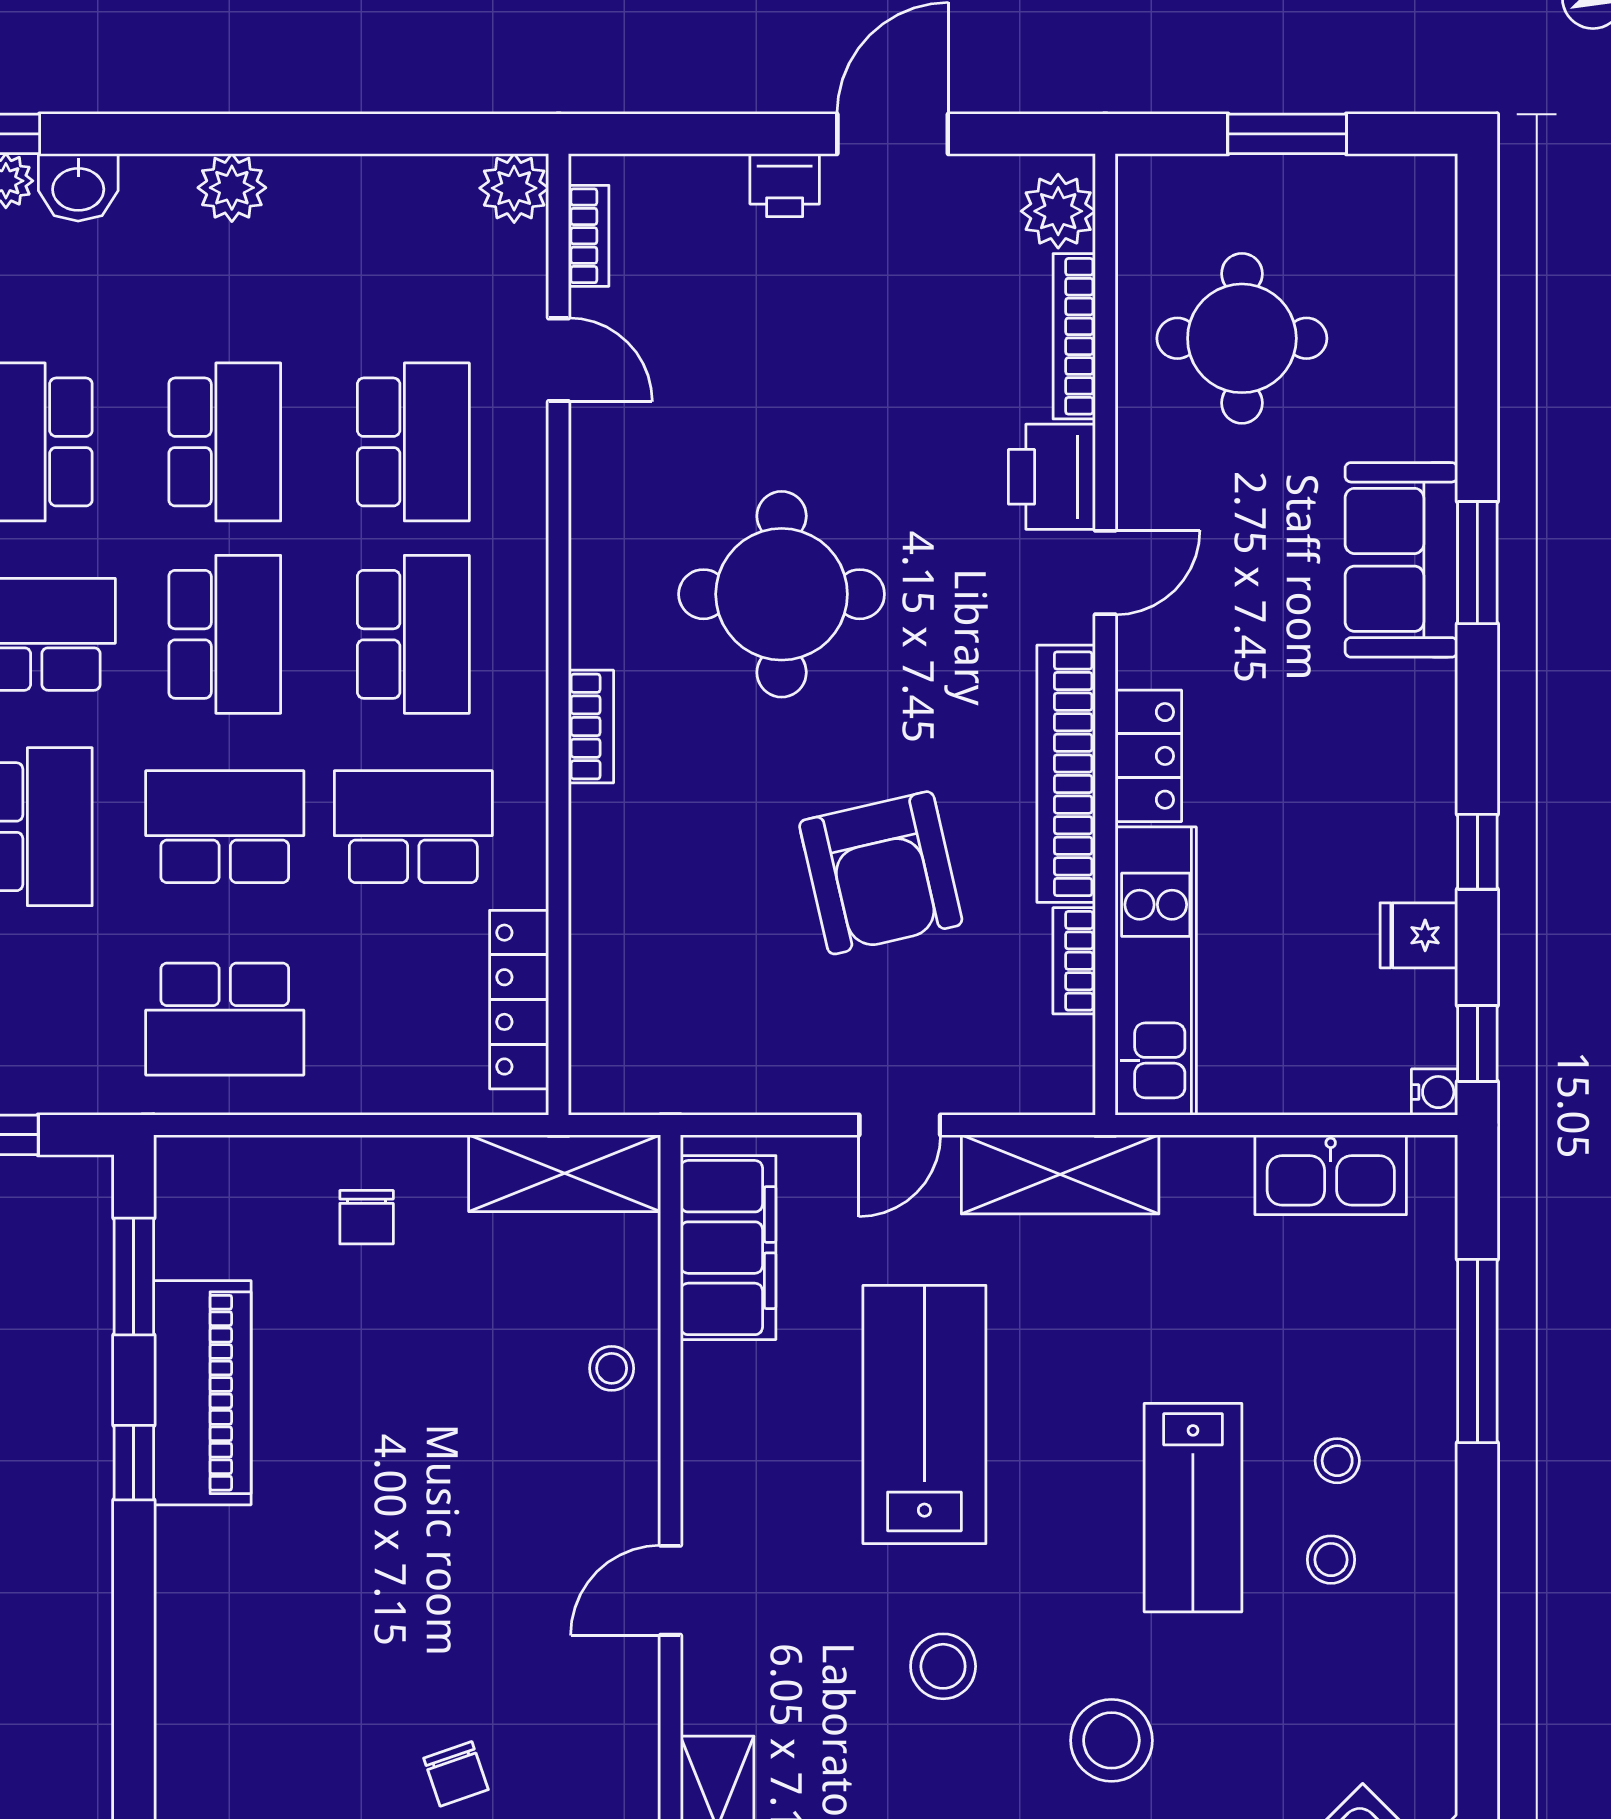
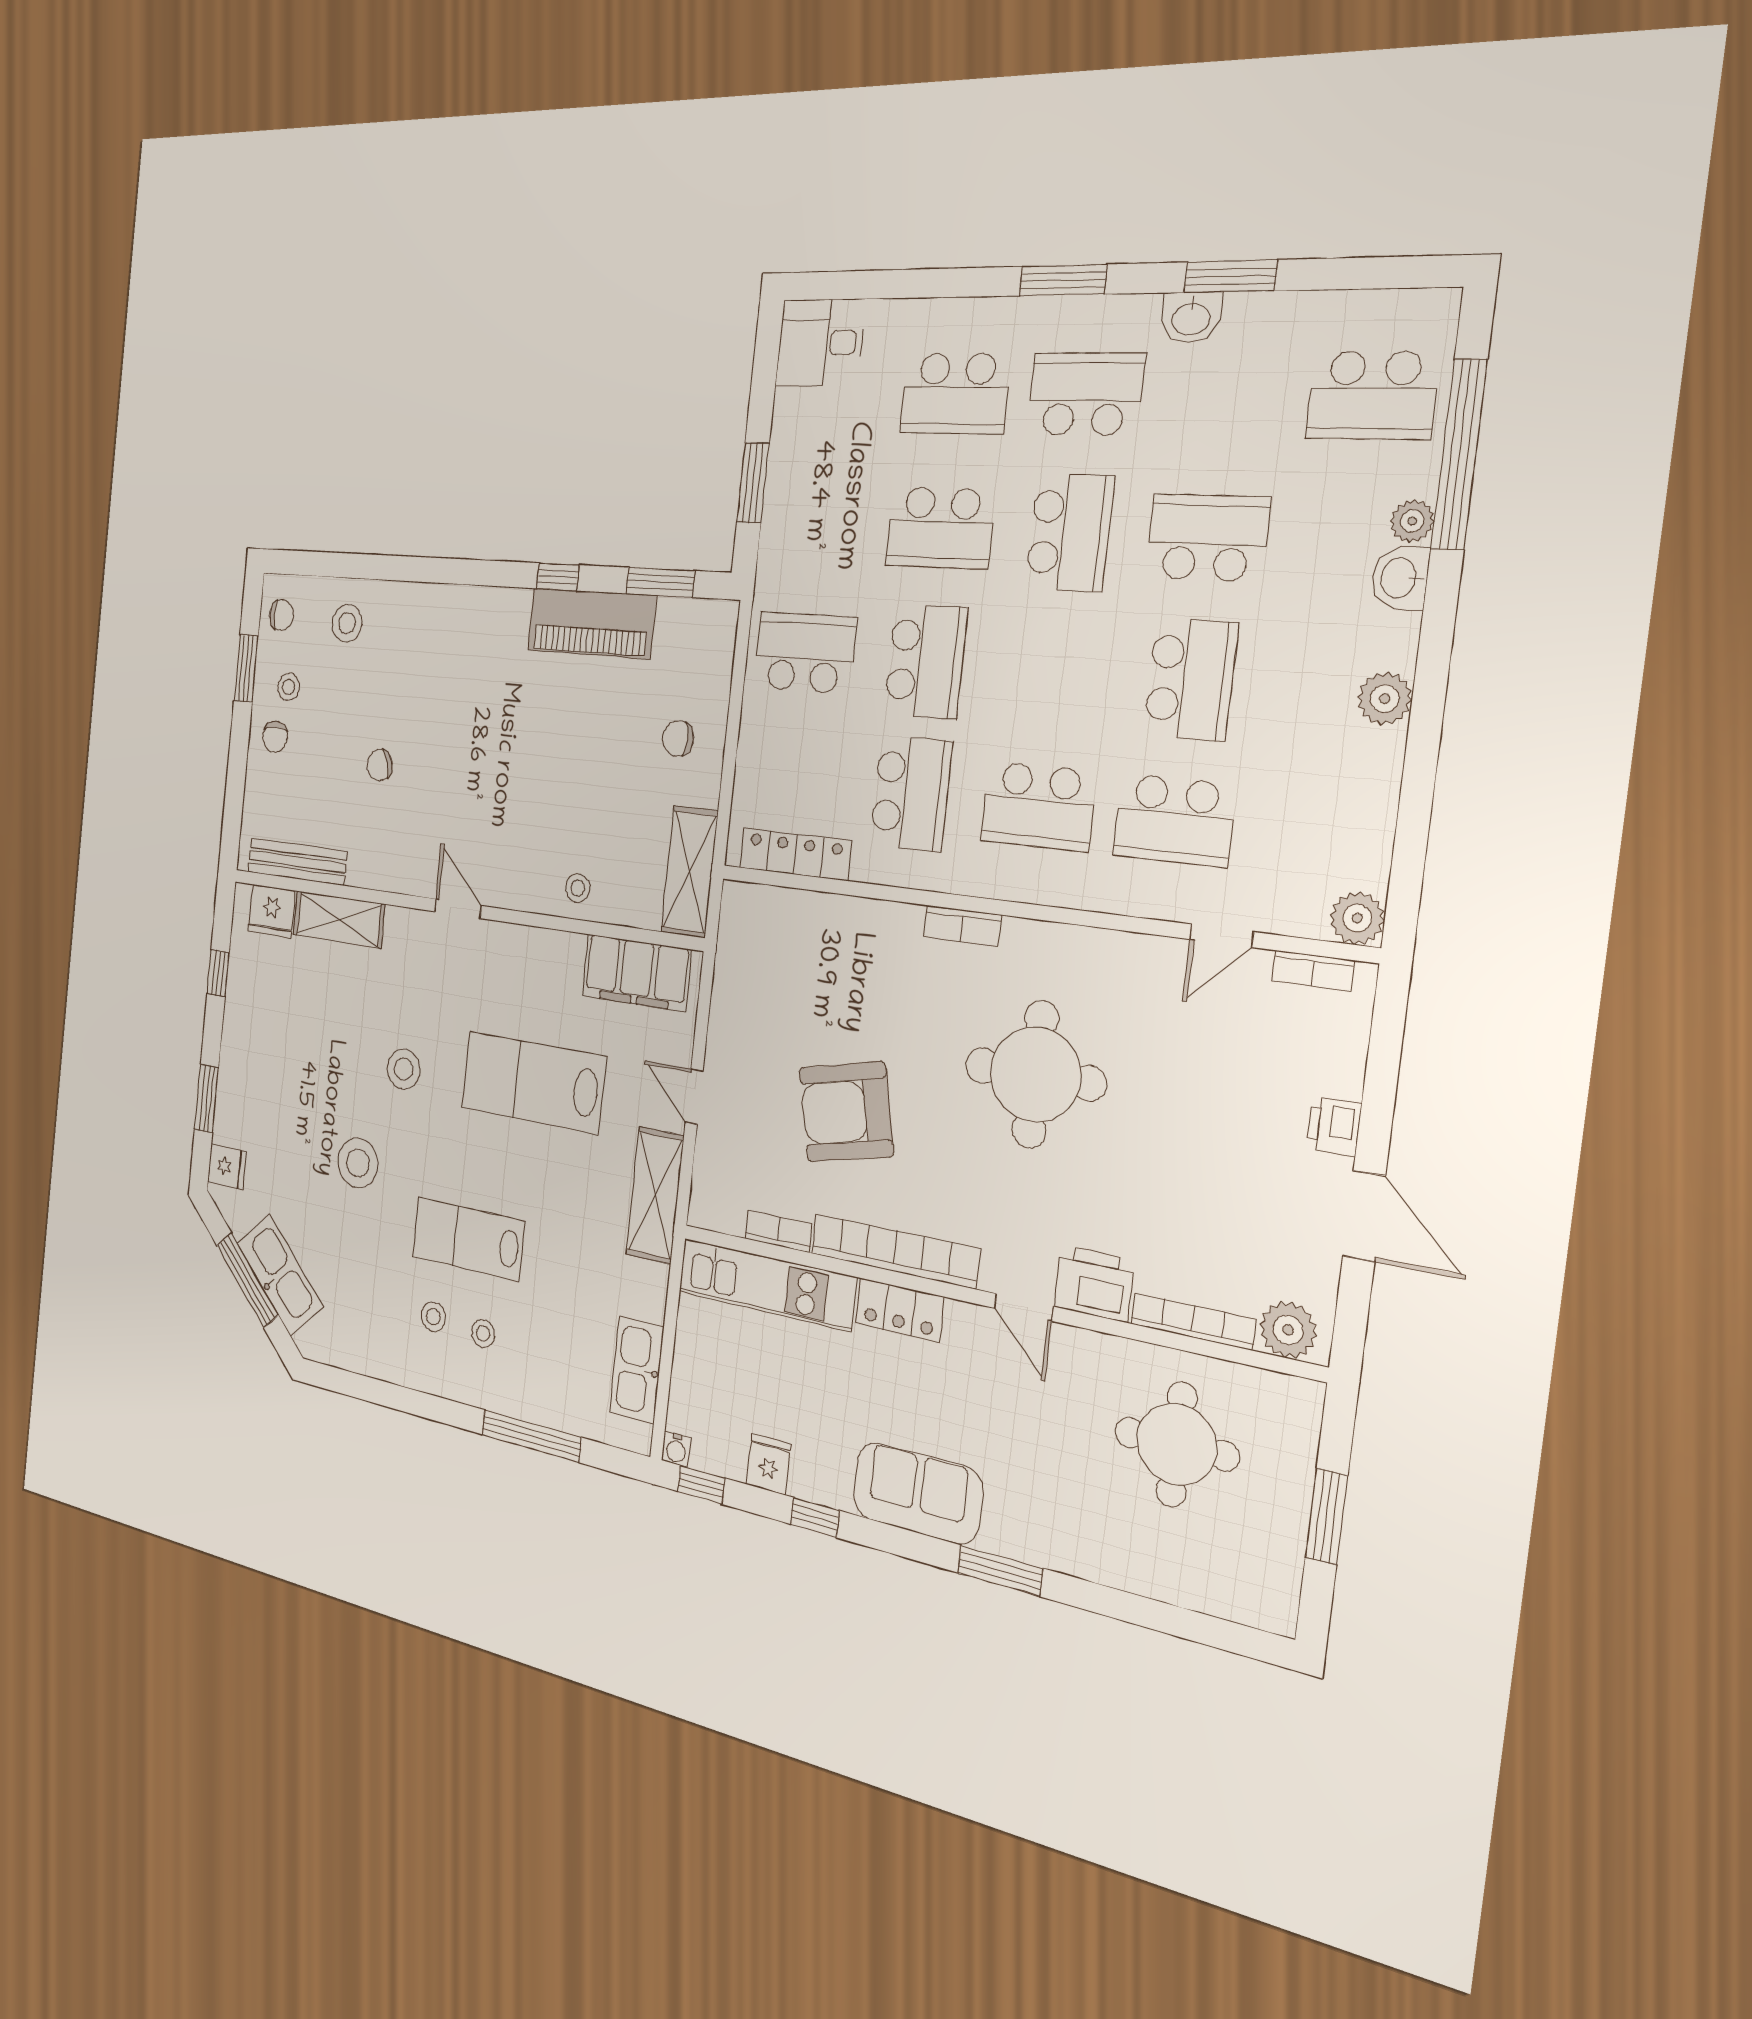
school desk: (225, 442) -> (1191, 679), turned -90
sofa: (1401, 560) -> (918, 1493), moved
school desk: (225, 634) -> (1054, 670), removed
school desk: (225, 1019) -> (805, 653), turned 90
lab bench: (924, 1415) -> (533, 1082), turned 180

